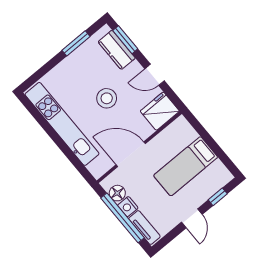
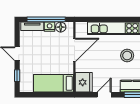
stool: (107, 98) -> (127, 56), moved
bed: (186, 166) -> (54, 83), moved, turned -90

